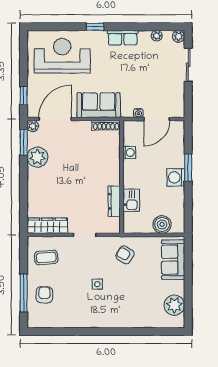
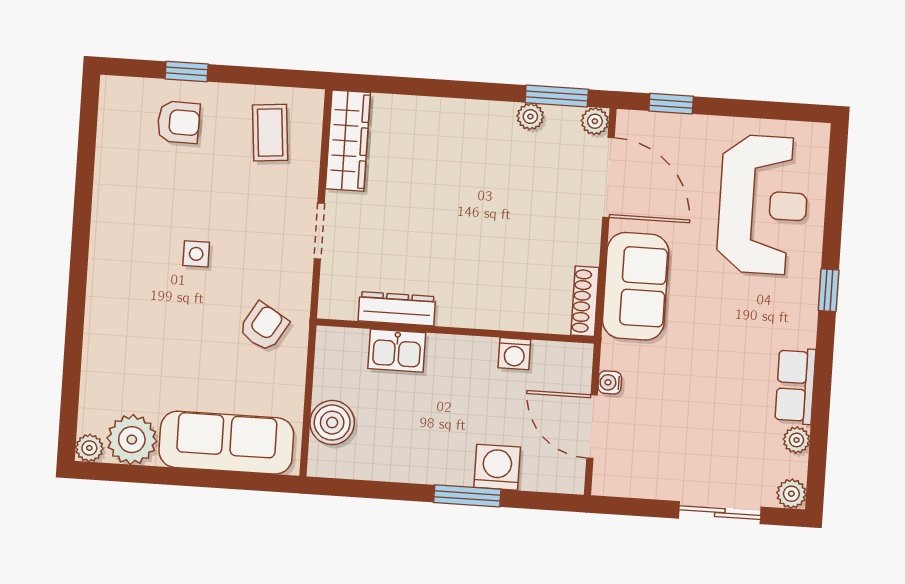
row of seats: (123, 38) -> (795, 386), moved
plant: (37, 157) -> (530, 117), width x0.53, depth x0.53
washing machine: (176, 177) -> (497, 467), moved
sofa: (173, 260) -> (226, 443), width x1.36
window: (24, 293) -> (187, 71), width x0.46
plant: (179, 322) -> (89, 448), added

